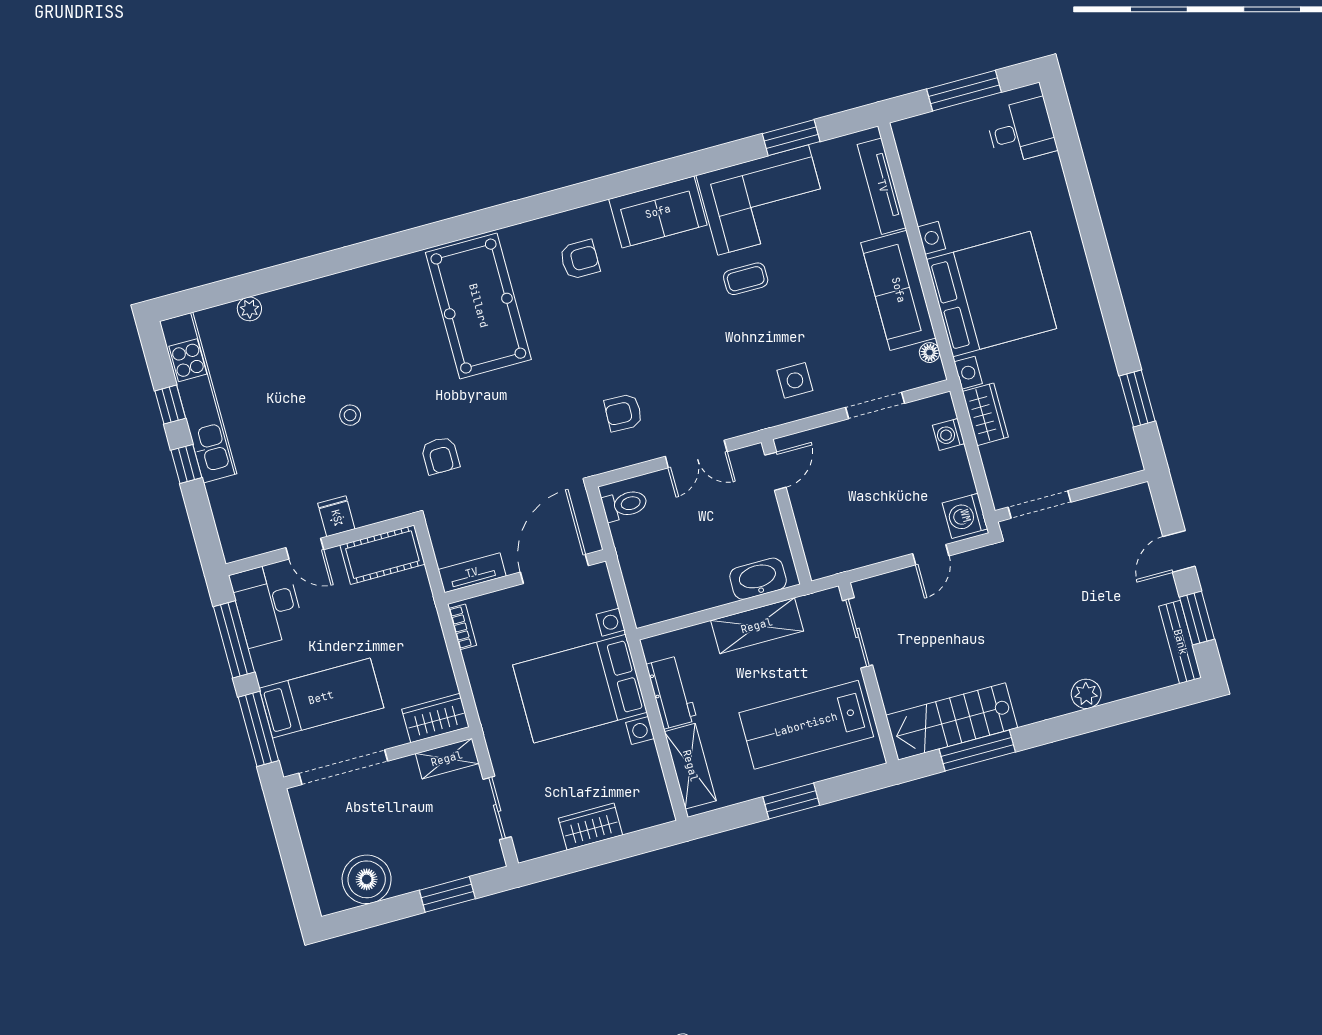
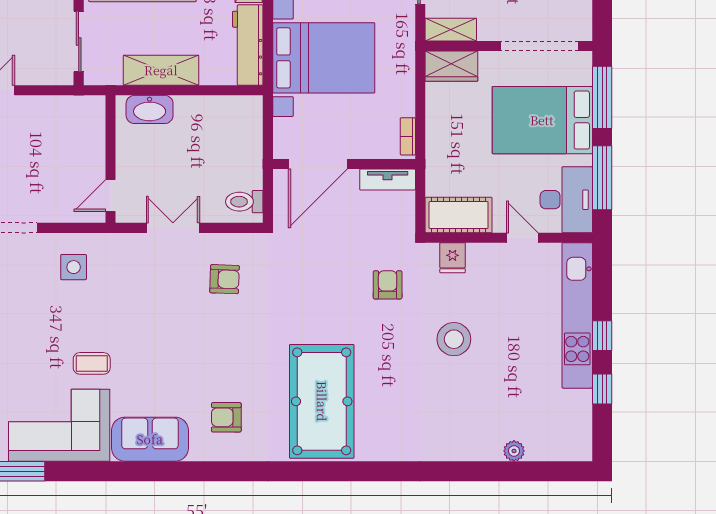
kitchen unit: (198, 397) -> (577, 315), moved
stool: (350, 415) -> (454, 339), width x1.89, depth x1.89
fridge: (336, 516) -> (453, 258), moved
workbench: (672, 692) -> (248, 45), width x1.38
bed: (321, 698) -> (542, 120), width x1.50

